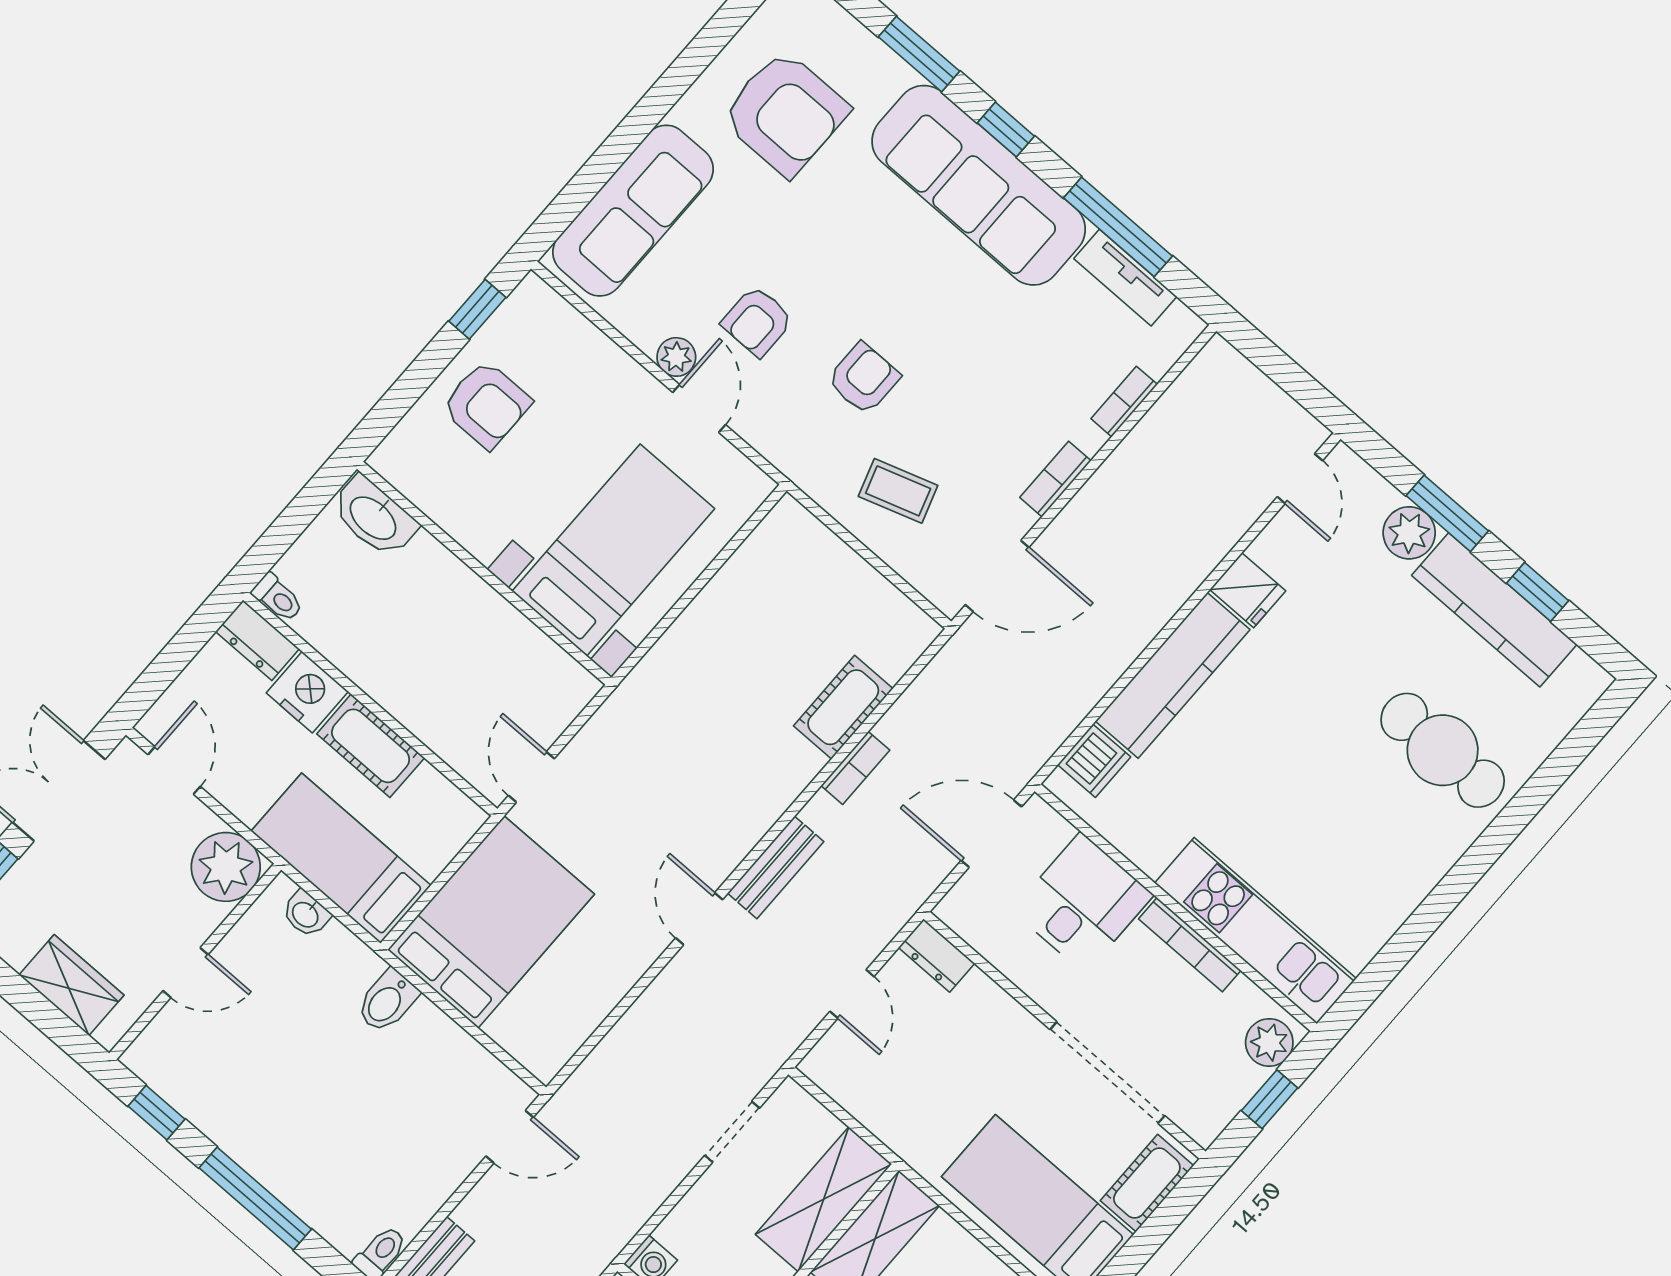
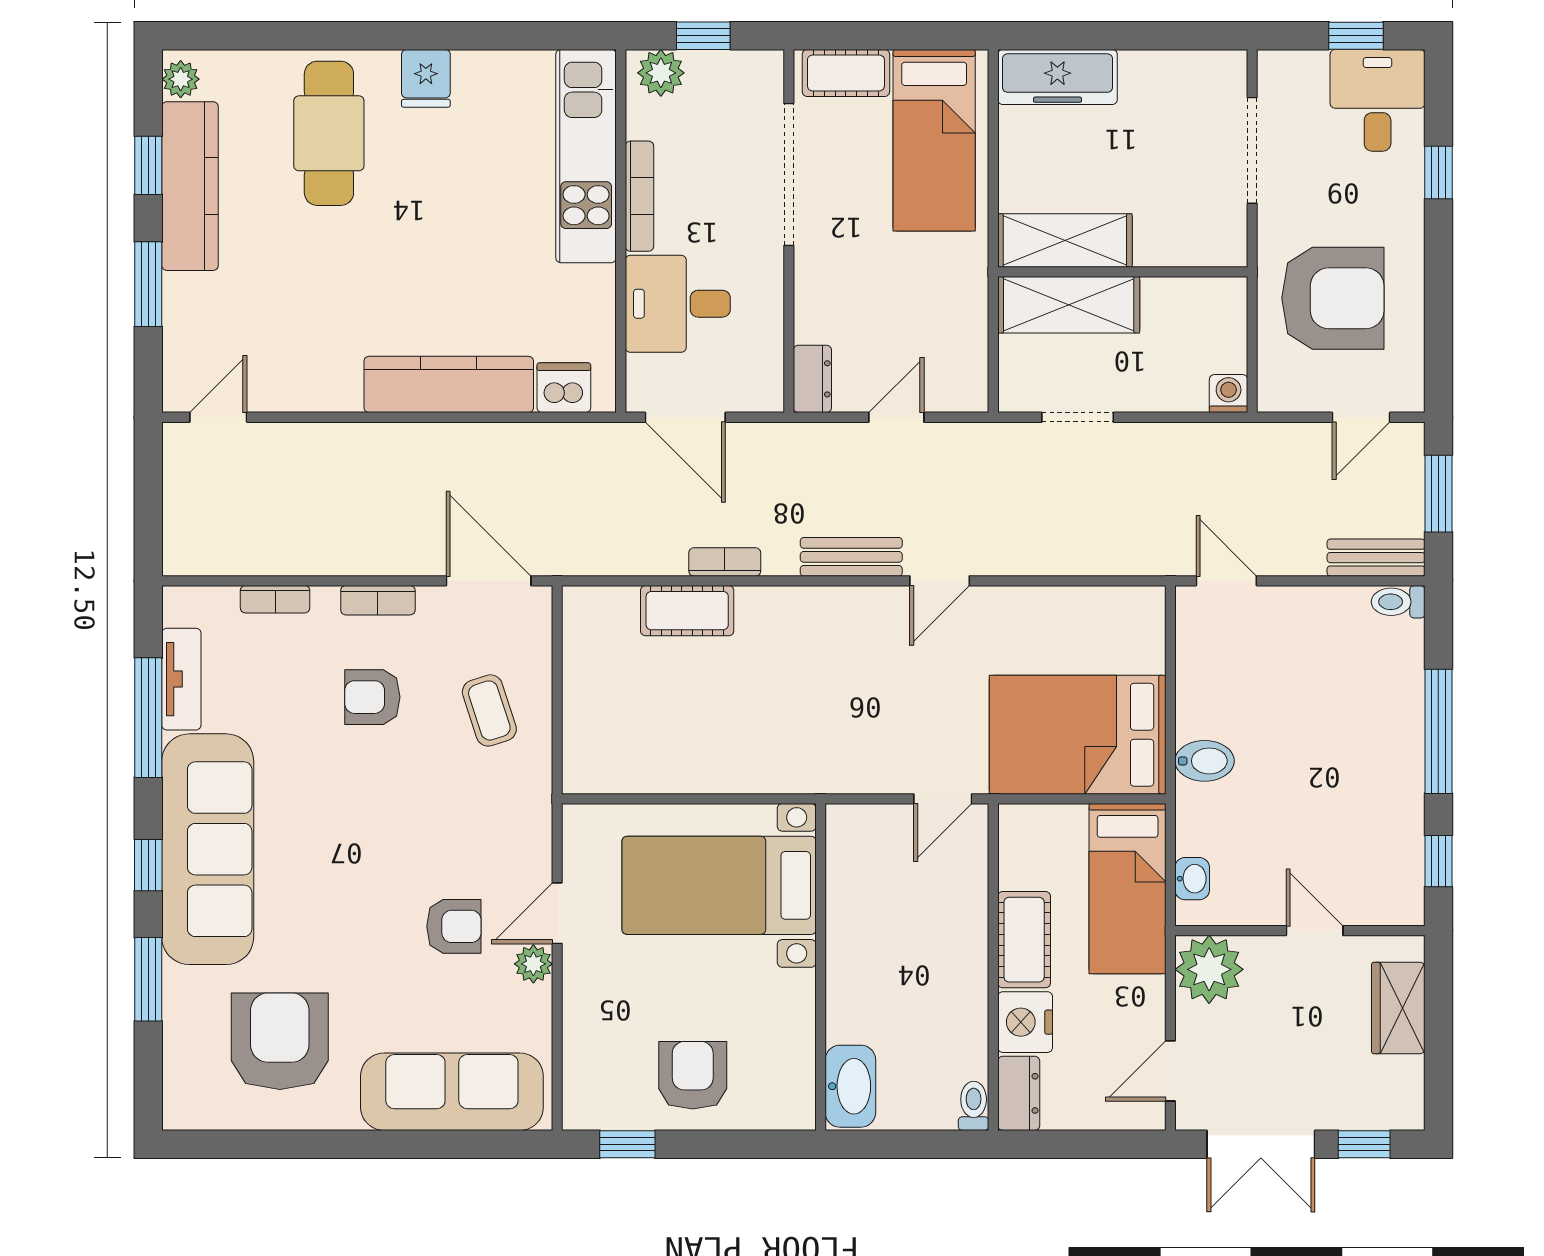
armchair: (864, 378) -> (372, 697), moved
plant: (1409, 533) -> (181, 79), moved, width x0.73, depth x0.73
fridge: (1248, 590) -> (426, 78), moved, turned 180

